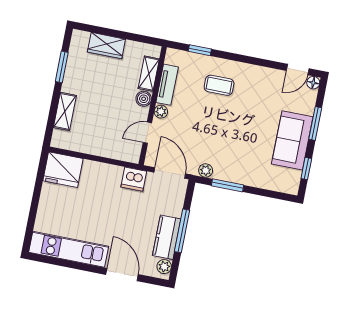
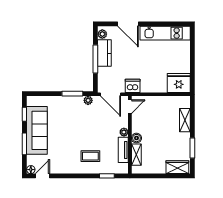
wardrobe: (106, 46) -> (177, 167), moved
door: (147, 133) -> (130, 107), moved
sofa: (292, 140) -> (37, 130), width x1.36

